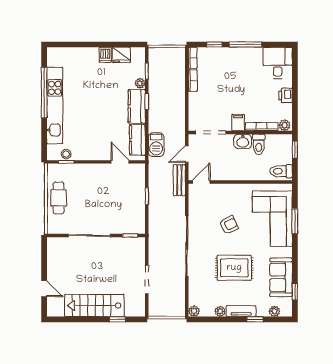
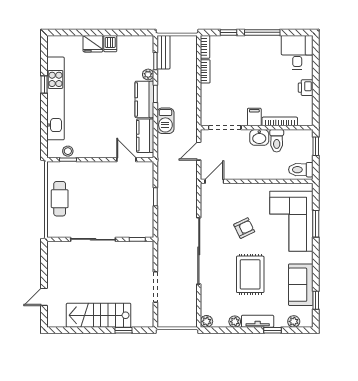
fridge: (121, 55) -> (93, 44), moved
window: (44, 93) -> (44, 85), width x0.32
plant: (285, 125) -> (305, 120), removed
barbecue: (156, 145) -> (165, 121), moved
bench: (179, 180) -> (163, 52), moved
rug: (234, 268) -> (250, 274), turned 90
door: (44, 289) -> (44, 297), swing flipped

